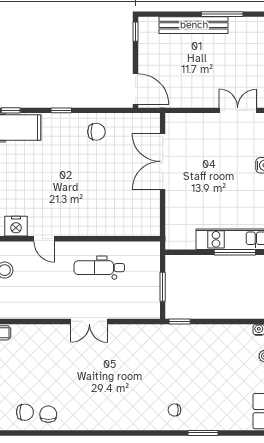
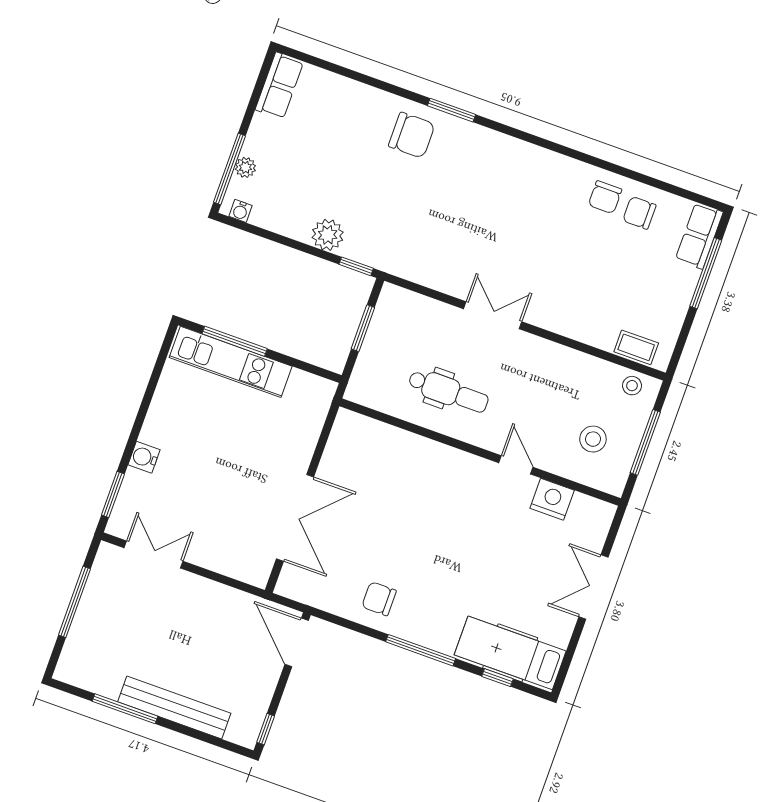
window: (61, 110) -> (421, 650), width x2.17
double door: (238, 110) -> (153, 555), swing flipped
plant: (203, 334) -> (328, 235), added
chair: (174, 410) -> (412, 135), width x1.87, depth x1.87
window: (203, 433) -> (452, 110), moved

